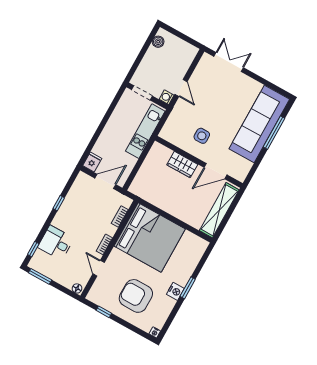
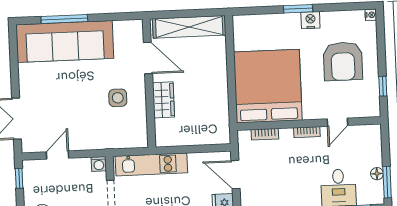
window: (189, 40) -> (19, 178), added
door: (181, 88) -> (57, 155), moved
floor lamp: (77, 288) -> (377, 174), moved

